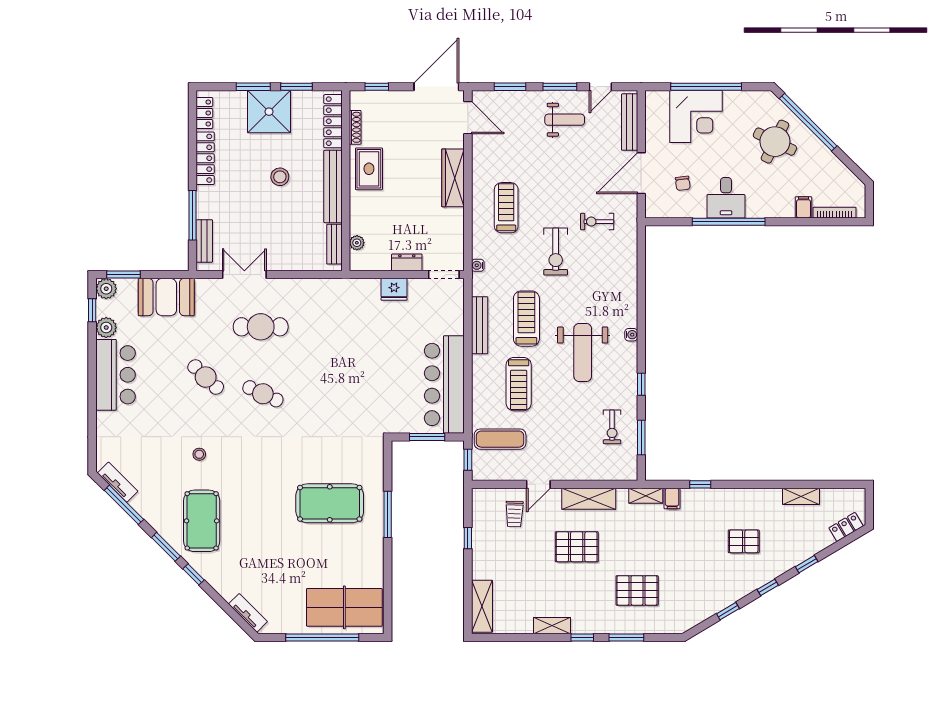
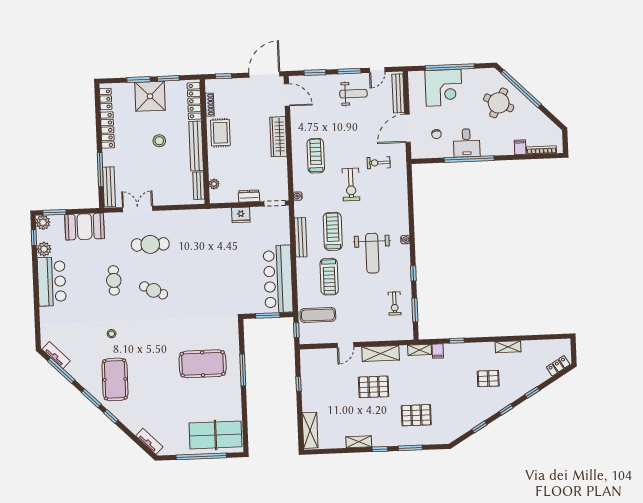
bench: (204, 241) -> (109, 187), width x1.36
cafe table: (206, 377) -> (114, 280), turned 46
shelving: (801, 496) -> (508, 347), moved
trolley: (514, 514) -> (330, 366), removed

